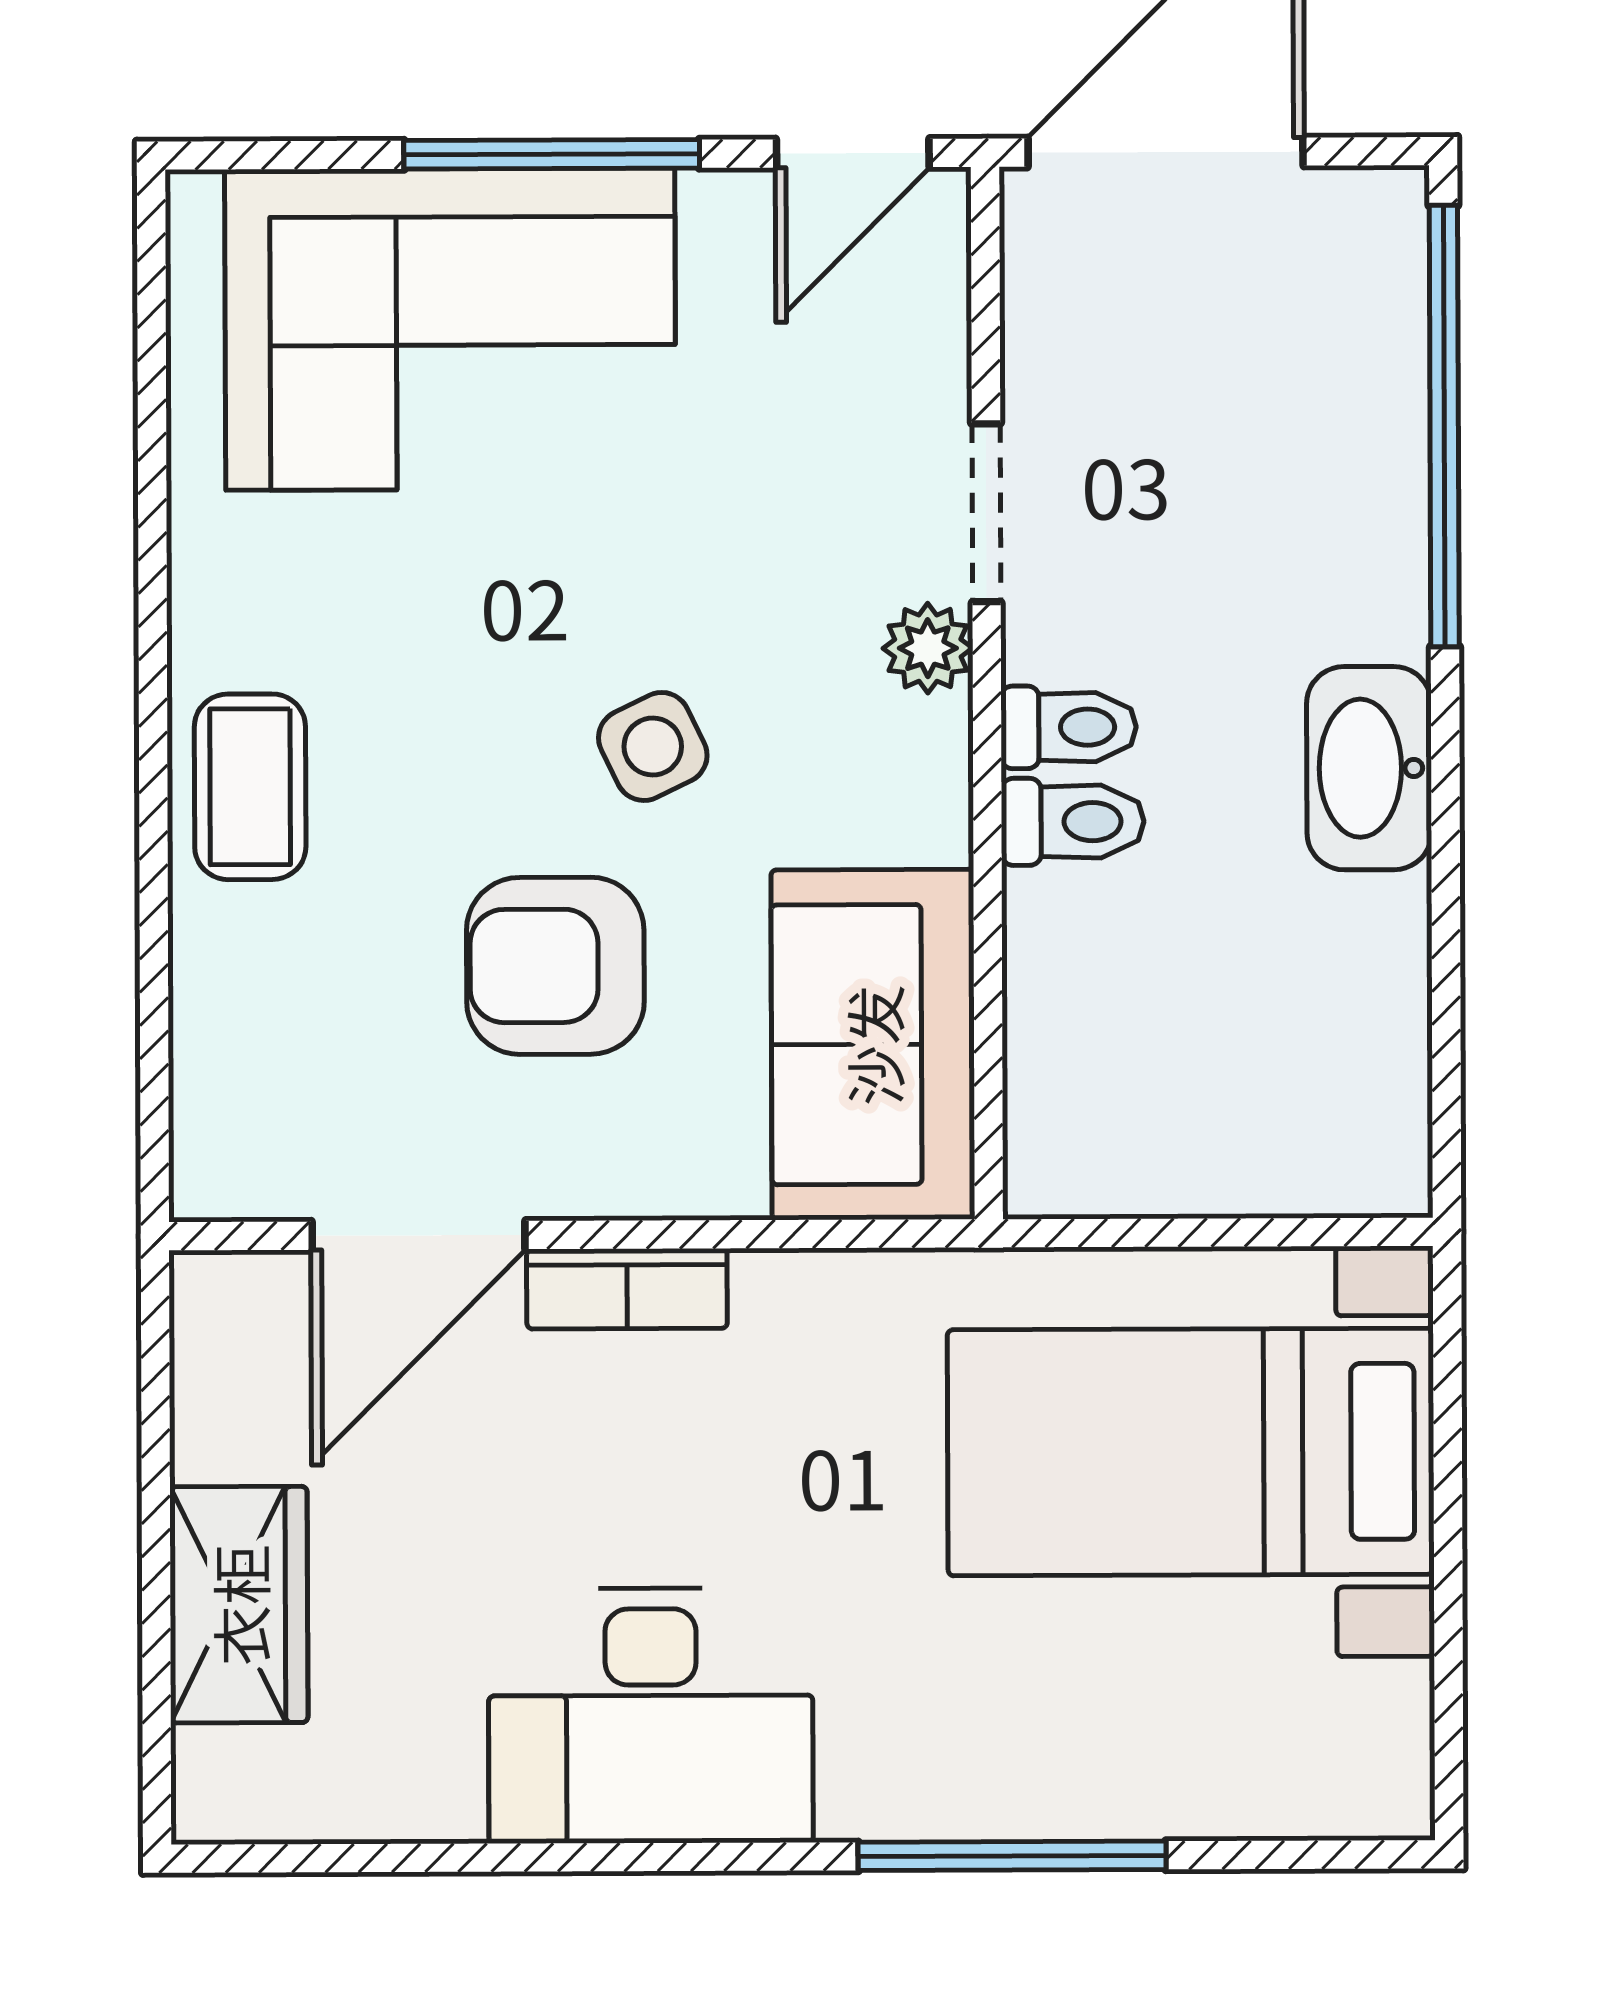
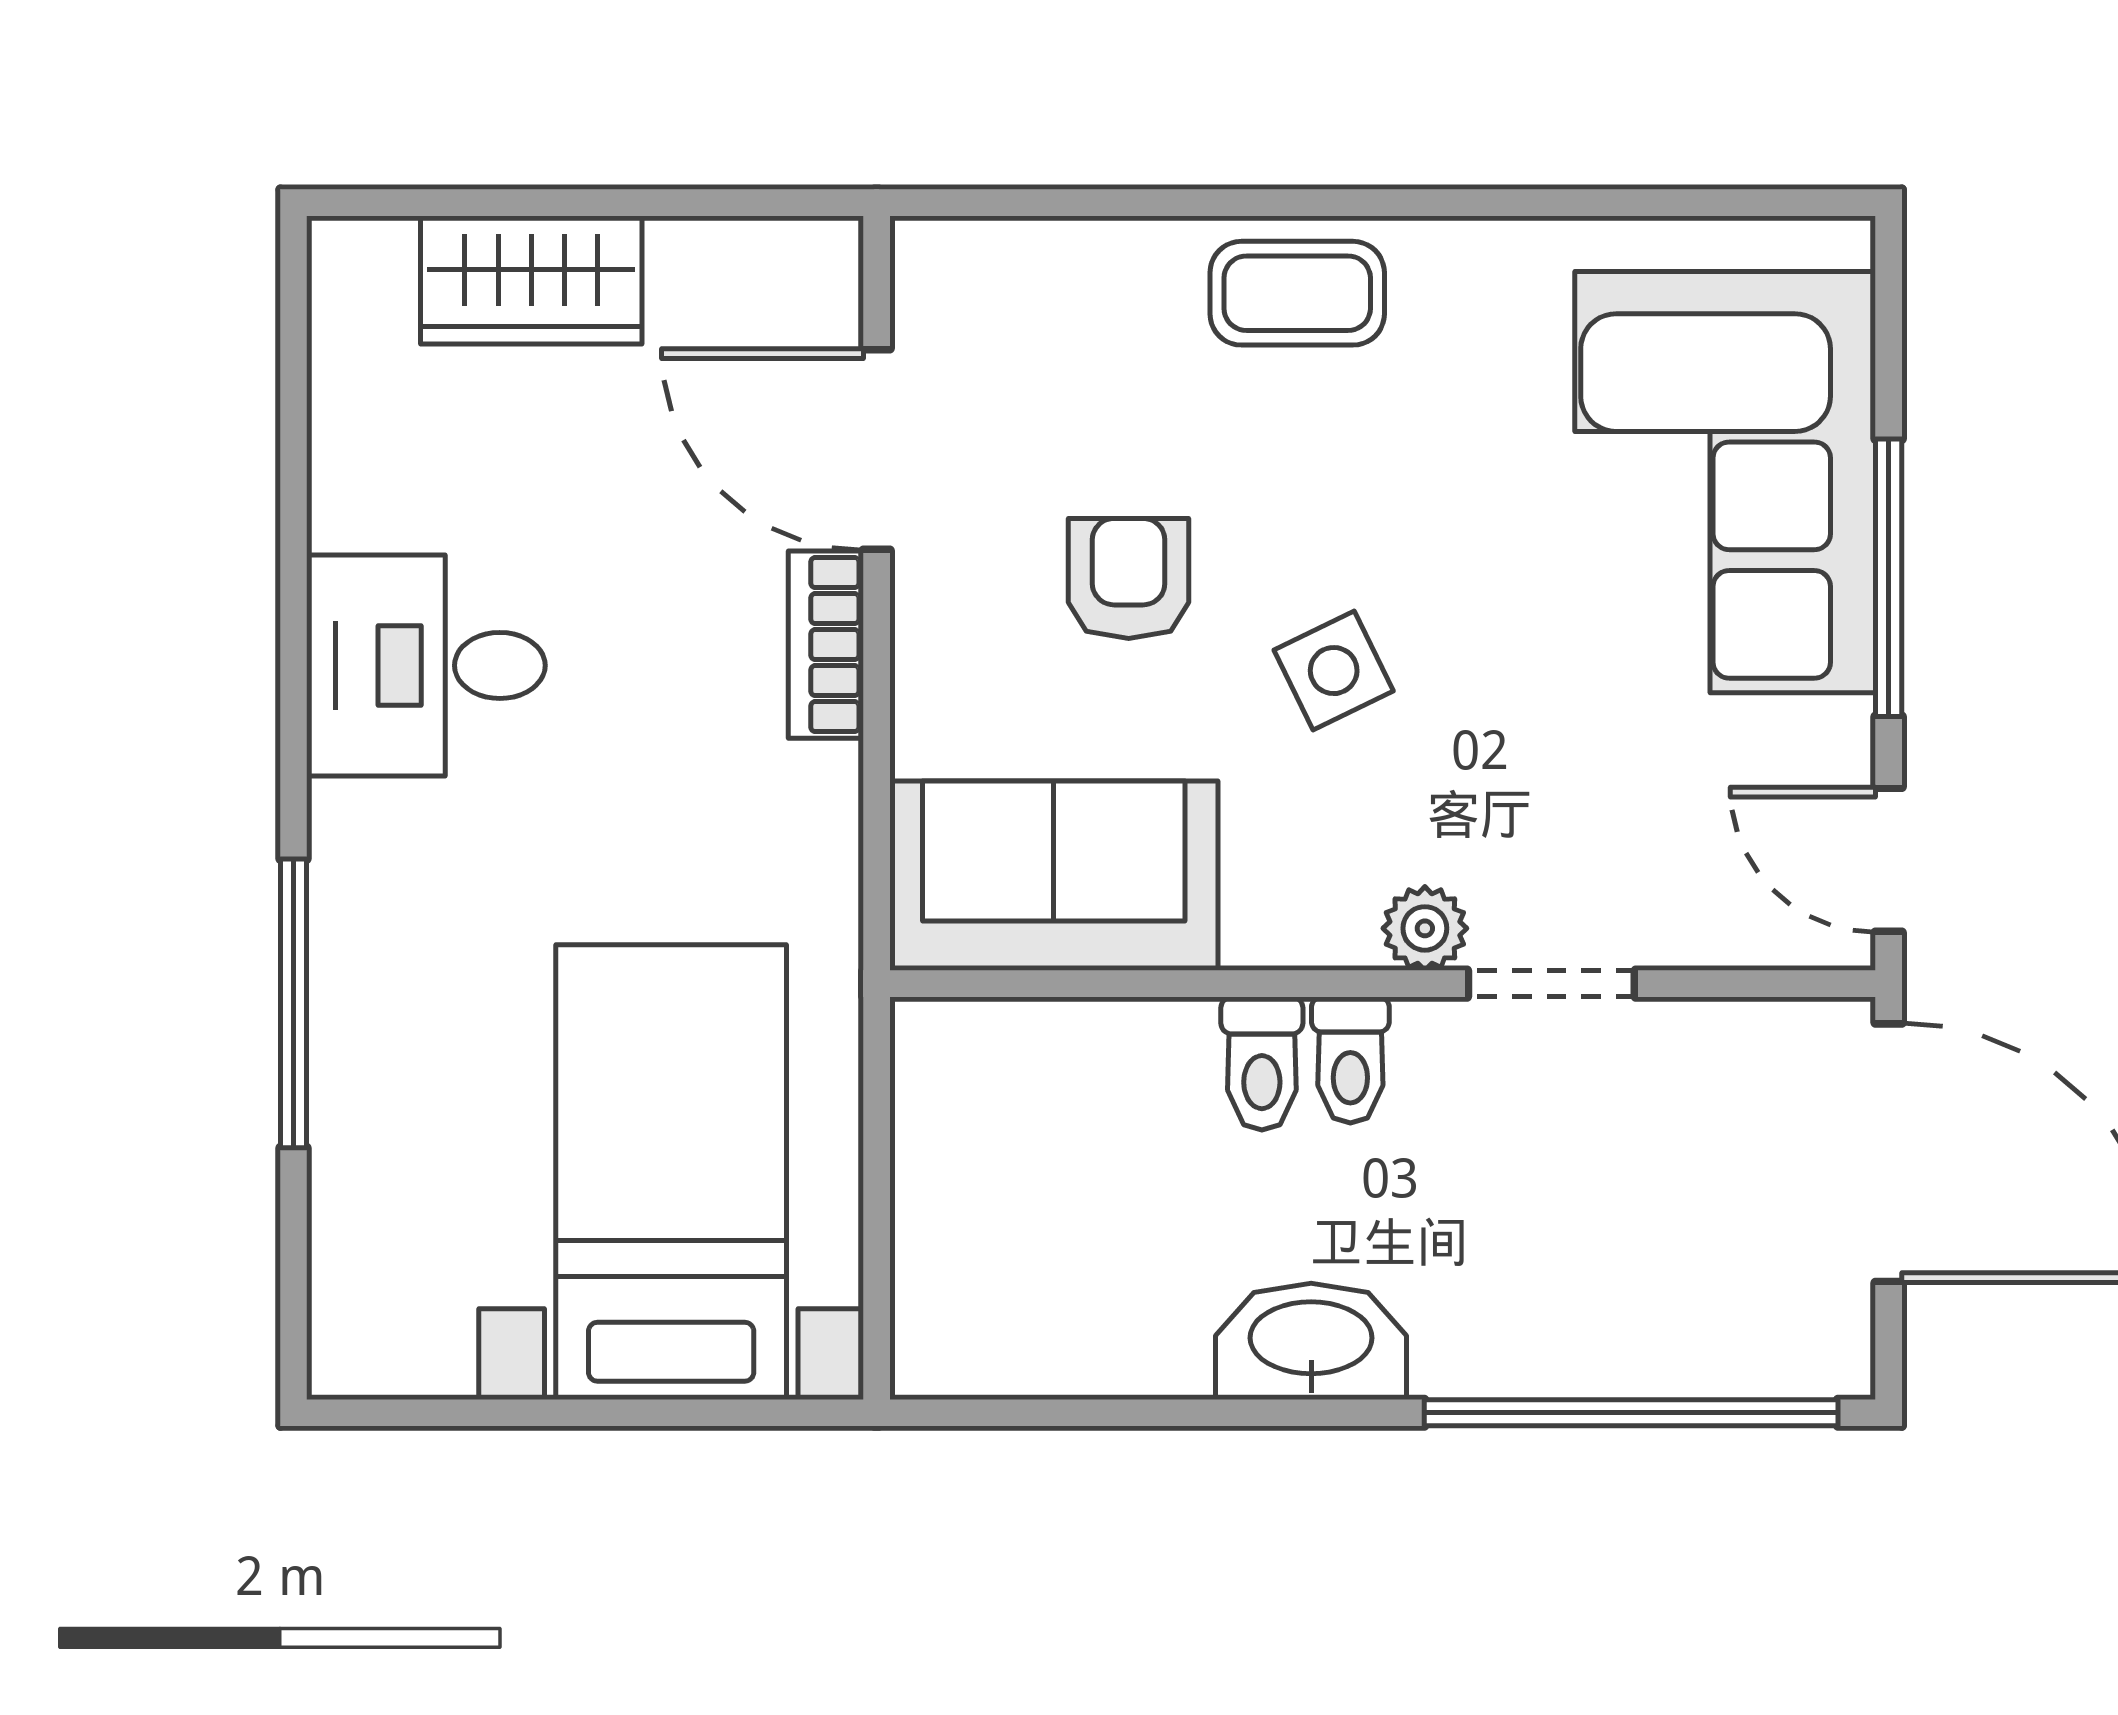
armchair: (555, 966) -> (1129, 579), width x0.72, depth x0.72
desk: (651, 1716) -> (426, 665), width x0.73

